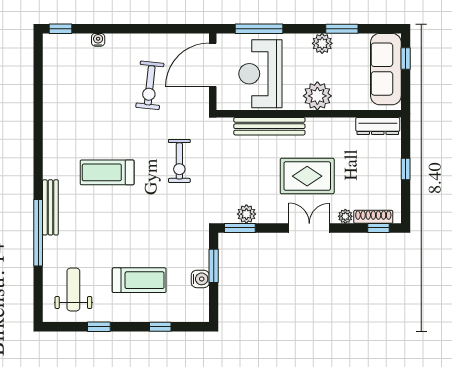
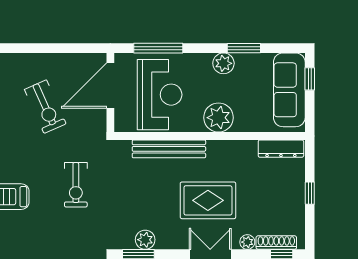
reception desk: (260, 74) -> (160, 95), turned 180
exercise bike: (150, 85) -> (45, 107), turned -30

